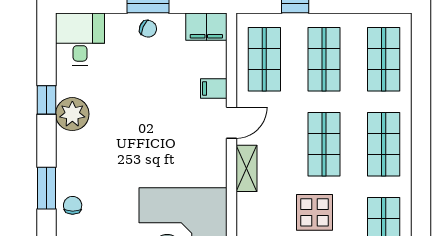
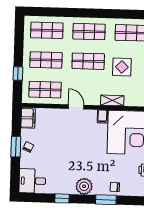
filing cabinet: (214, 88) -> (102, 116), moved
plant: (72, 114) -> (84, 186), moved
shelving: (247, 168) -> (112, 100), moved

